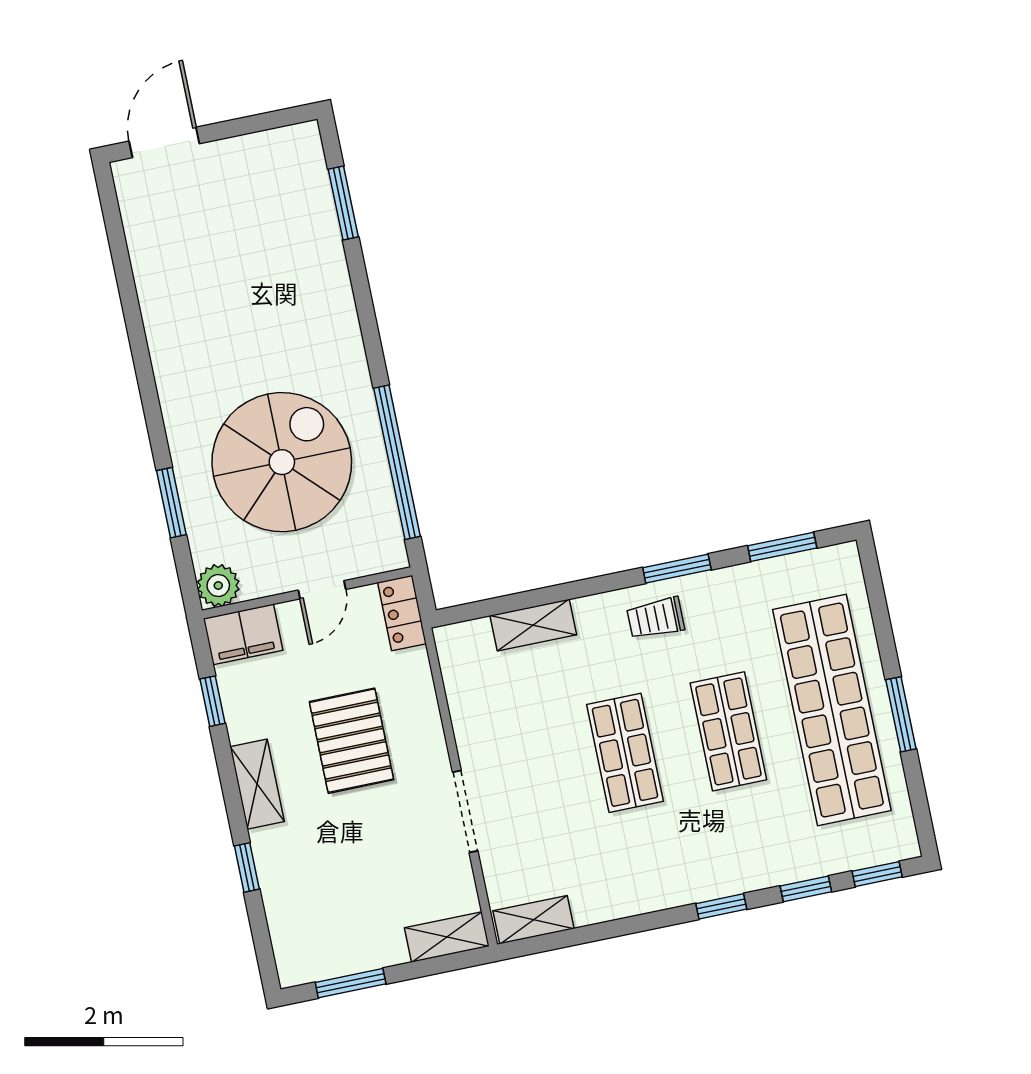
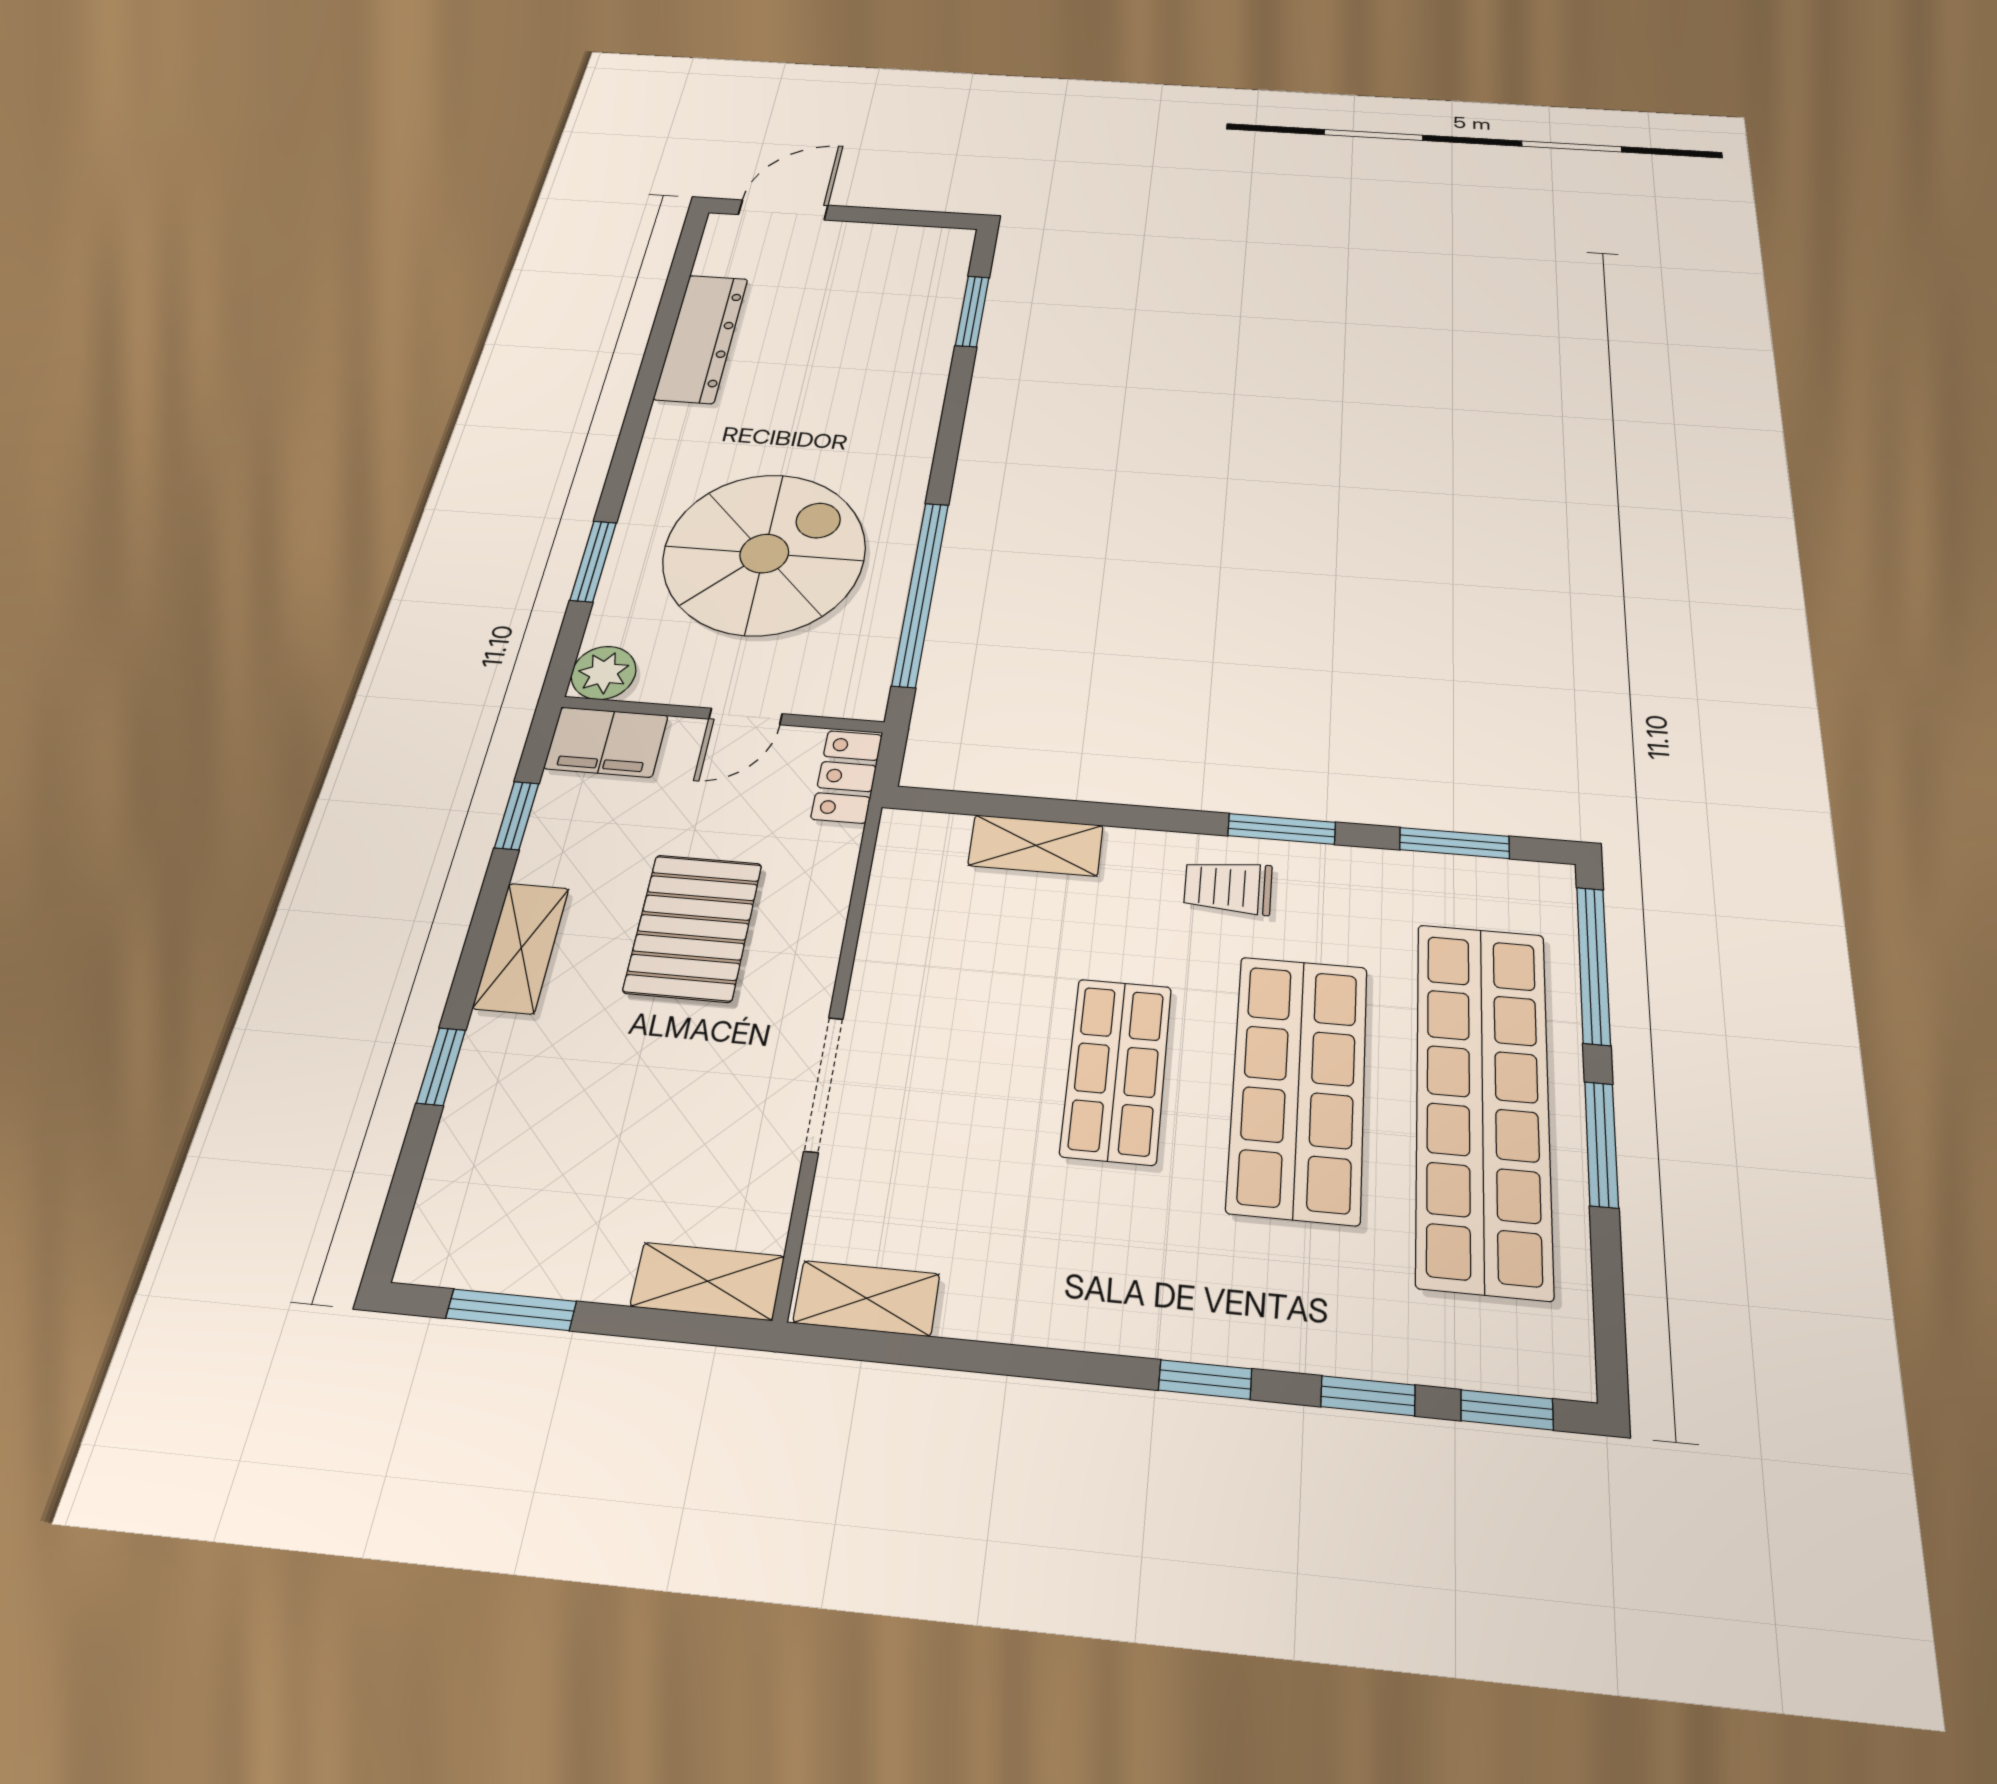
dresser: (158, 288) -> (701, 338), added
window: (878, 604) -> (1593, 965), added
shop shelf: (728, 731) -> (1298, 1087), width x1.43, depth x1.36

